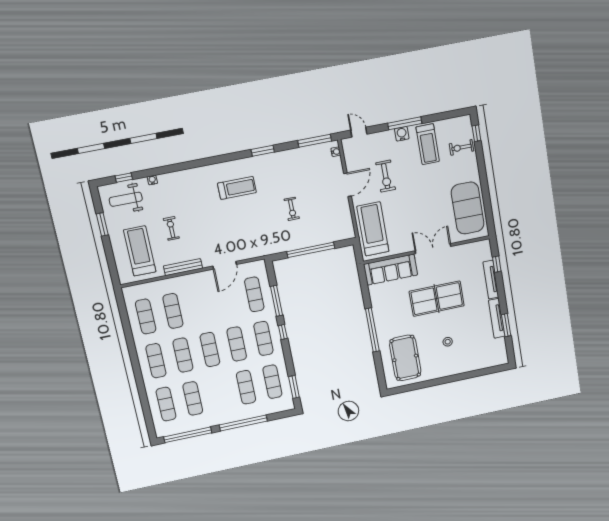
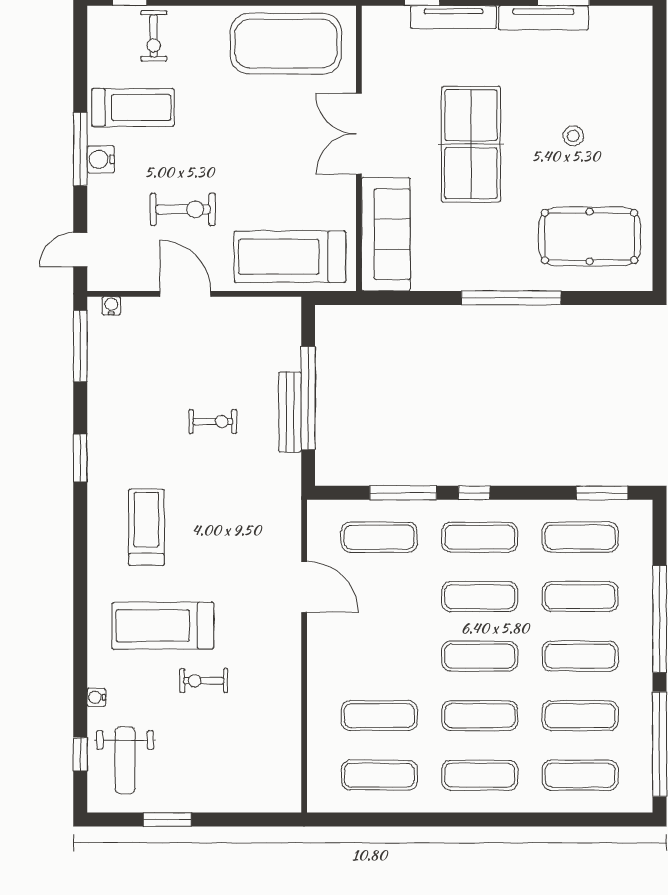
treadmill: (140, 251) -> (163, 626), moved
bench: (183, 267) -> (290, 412), moved
exercise mat: (219, 393) -> (580, 656), added

